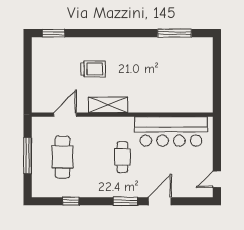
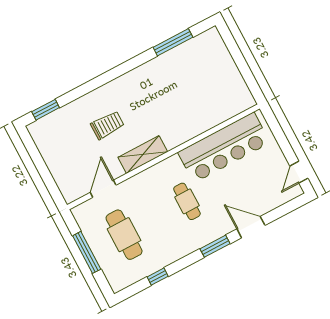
door: (160, 201) -> (251, 227), hinge flipped

